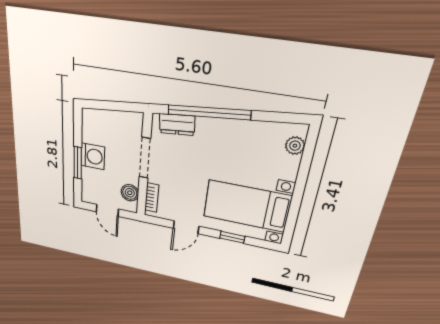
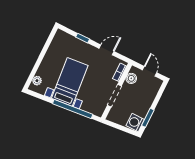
dresser: (177, 125) -> (90, 108), removed
washing machine: (93, 156) -> (135, 122), moved
window: (78, 163) -> (148, 118), moved
bed with nightstands: (247, 206) -> (70, 82), moved, turned -95

